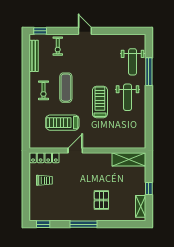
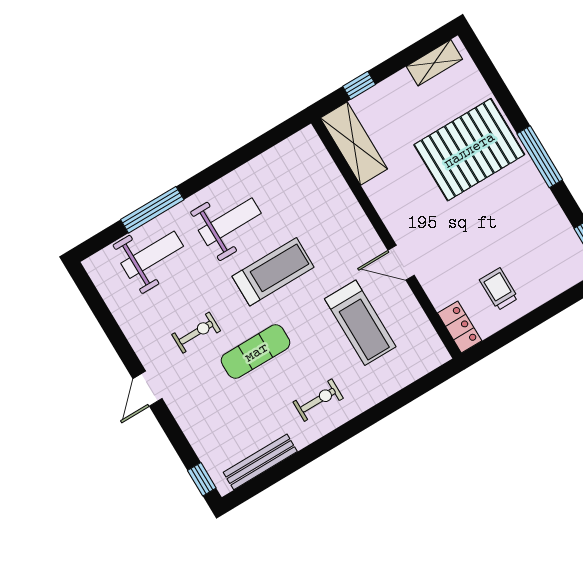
exercise bike: (58, 46) -> (196, 333), moved
exercise mat: (66, 88) -> (256, 352), moved
treadmill: (100, 102) -> (273, 272), turned 180
locker: (44, 158) -> (460, 327), width x0.66
window: (149, 189) -> (359, 85), moved
pallet: (101, 200) -> (469, 150), width x2.05, depth x2.00

